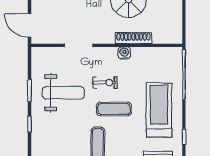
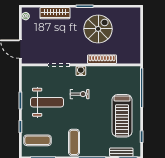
water cooler: (124, 53) -> (81, 71), moved
exercise mat: (114, 109) -> (37, 140), moved
treadmill: (159, 110) -> (122, 116), turned 180

